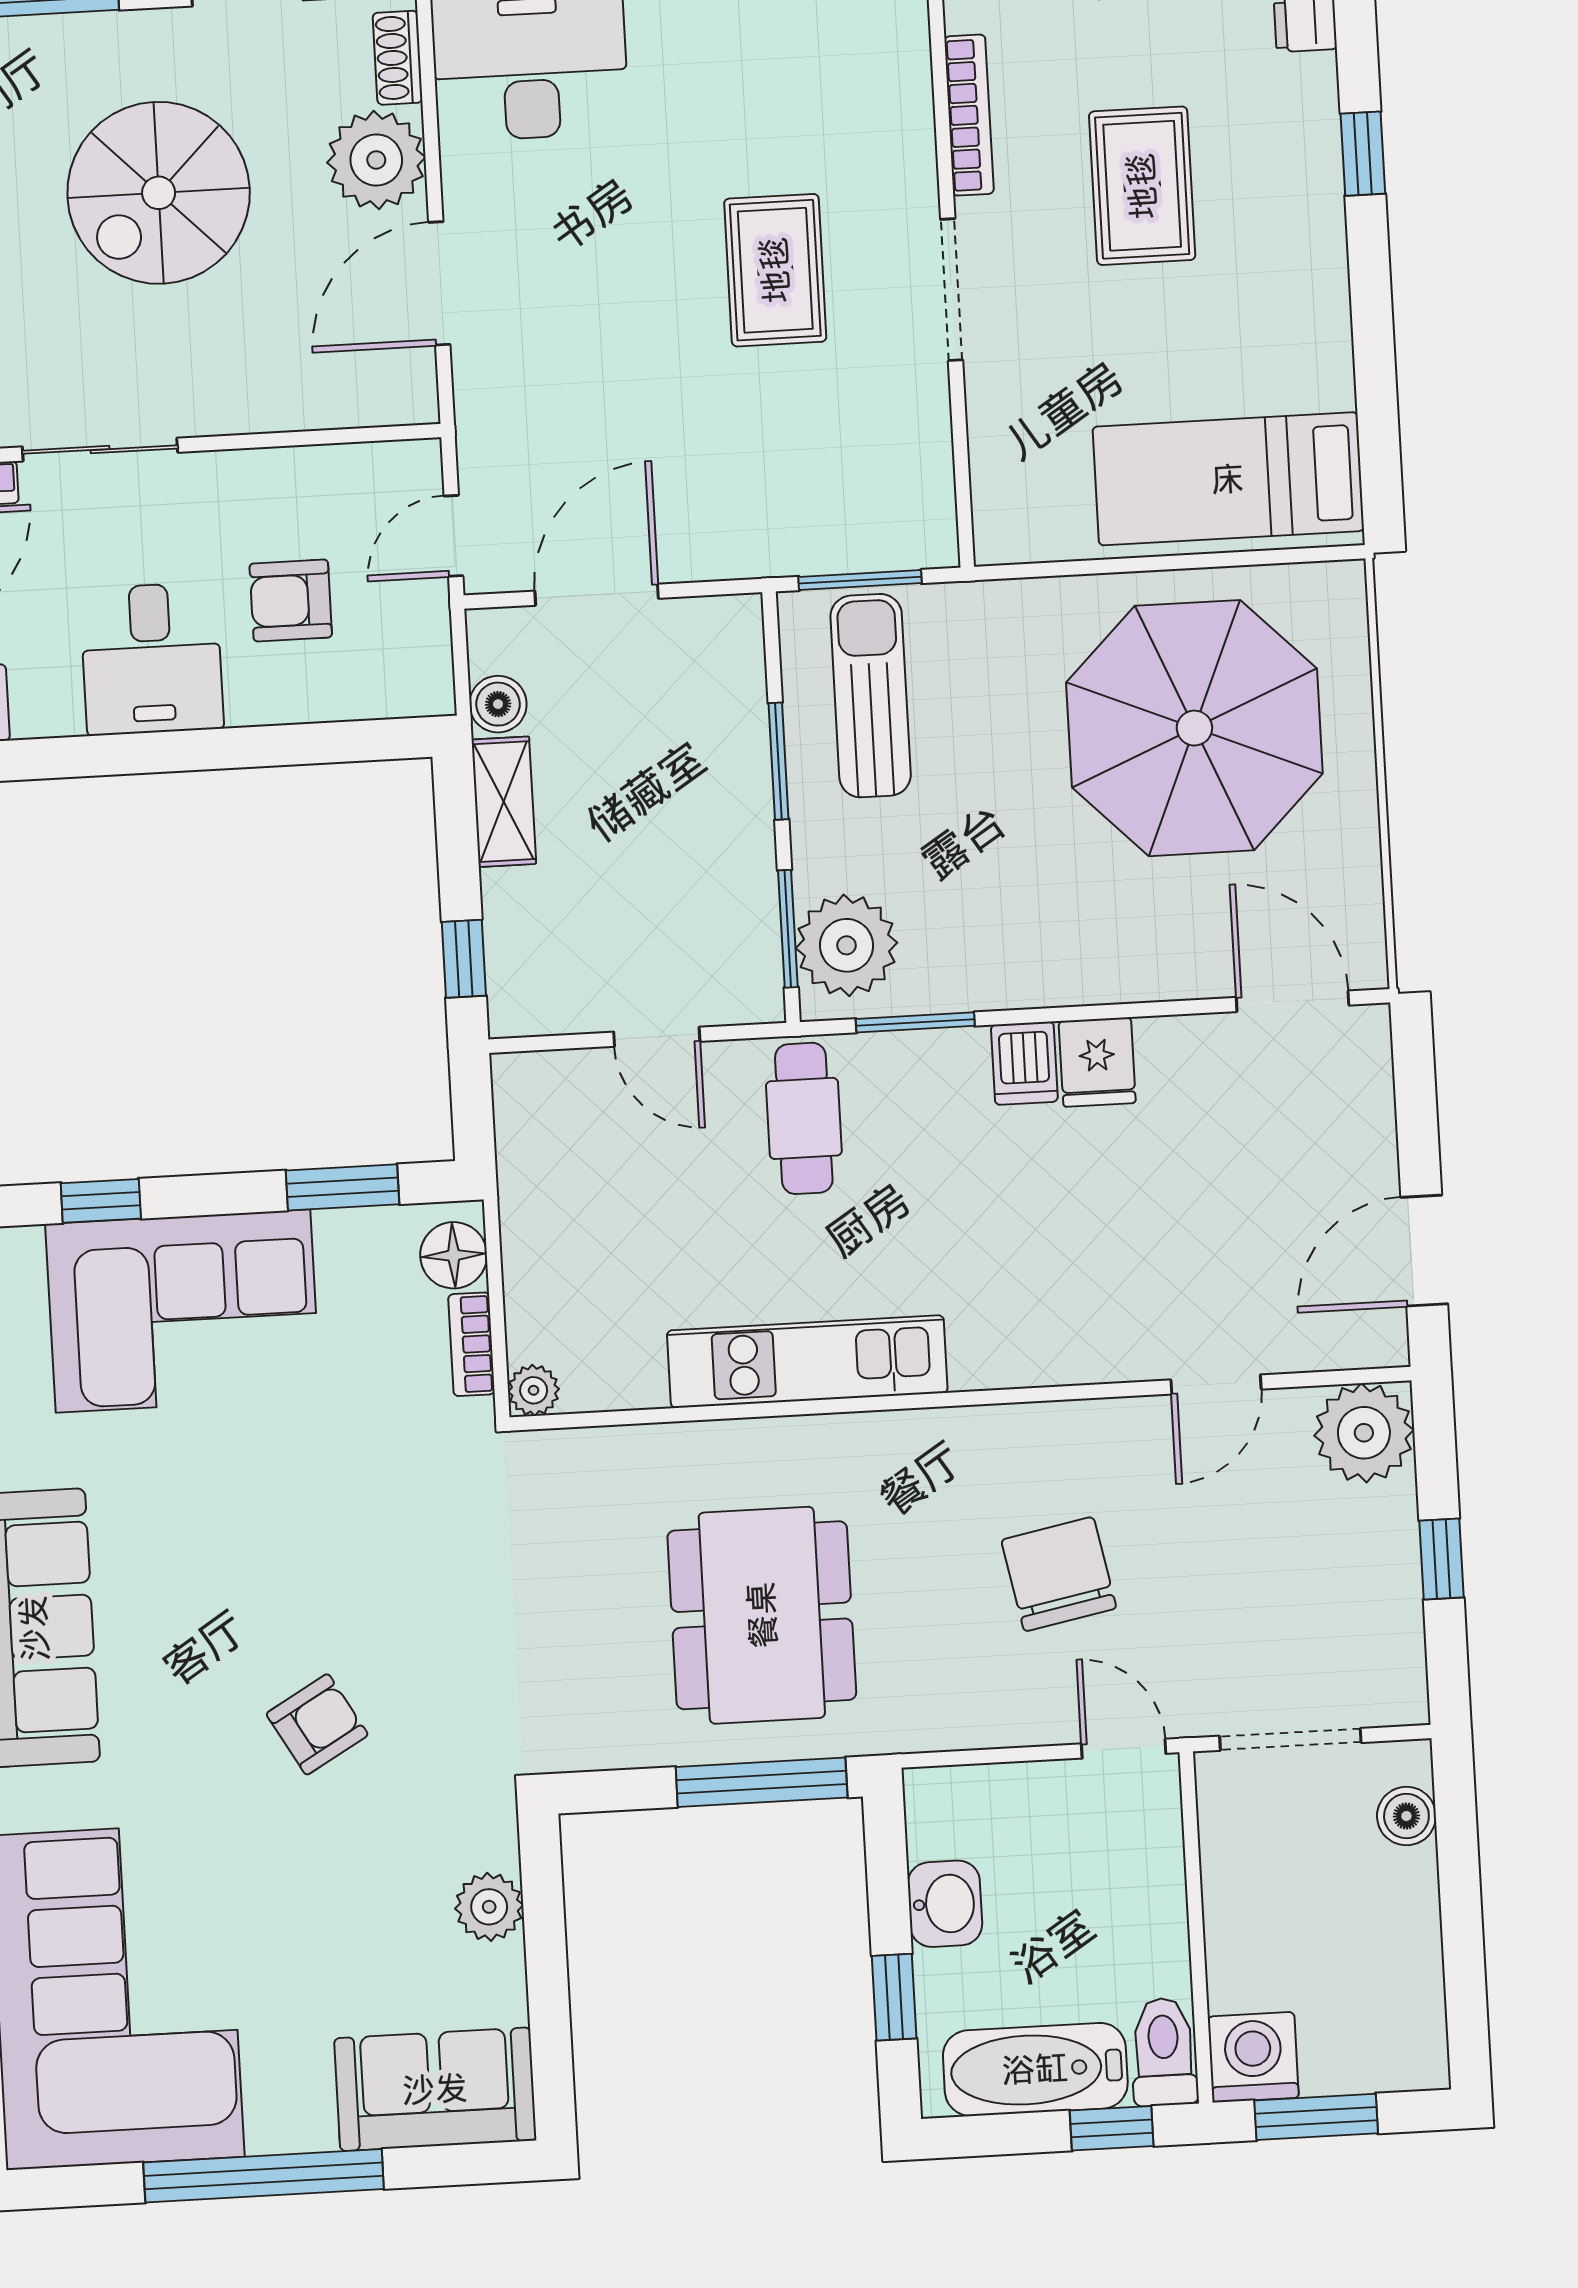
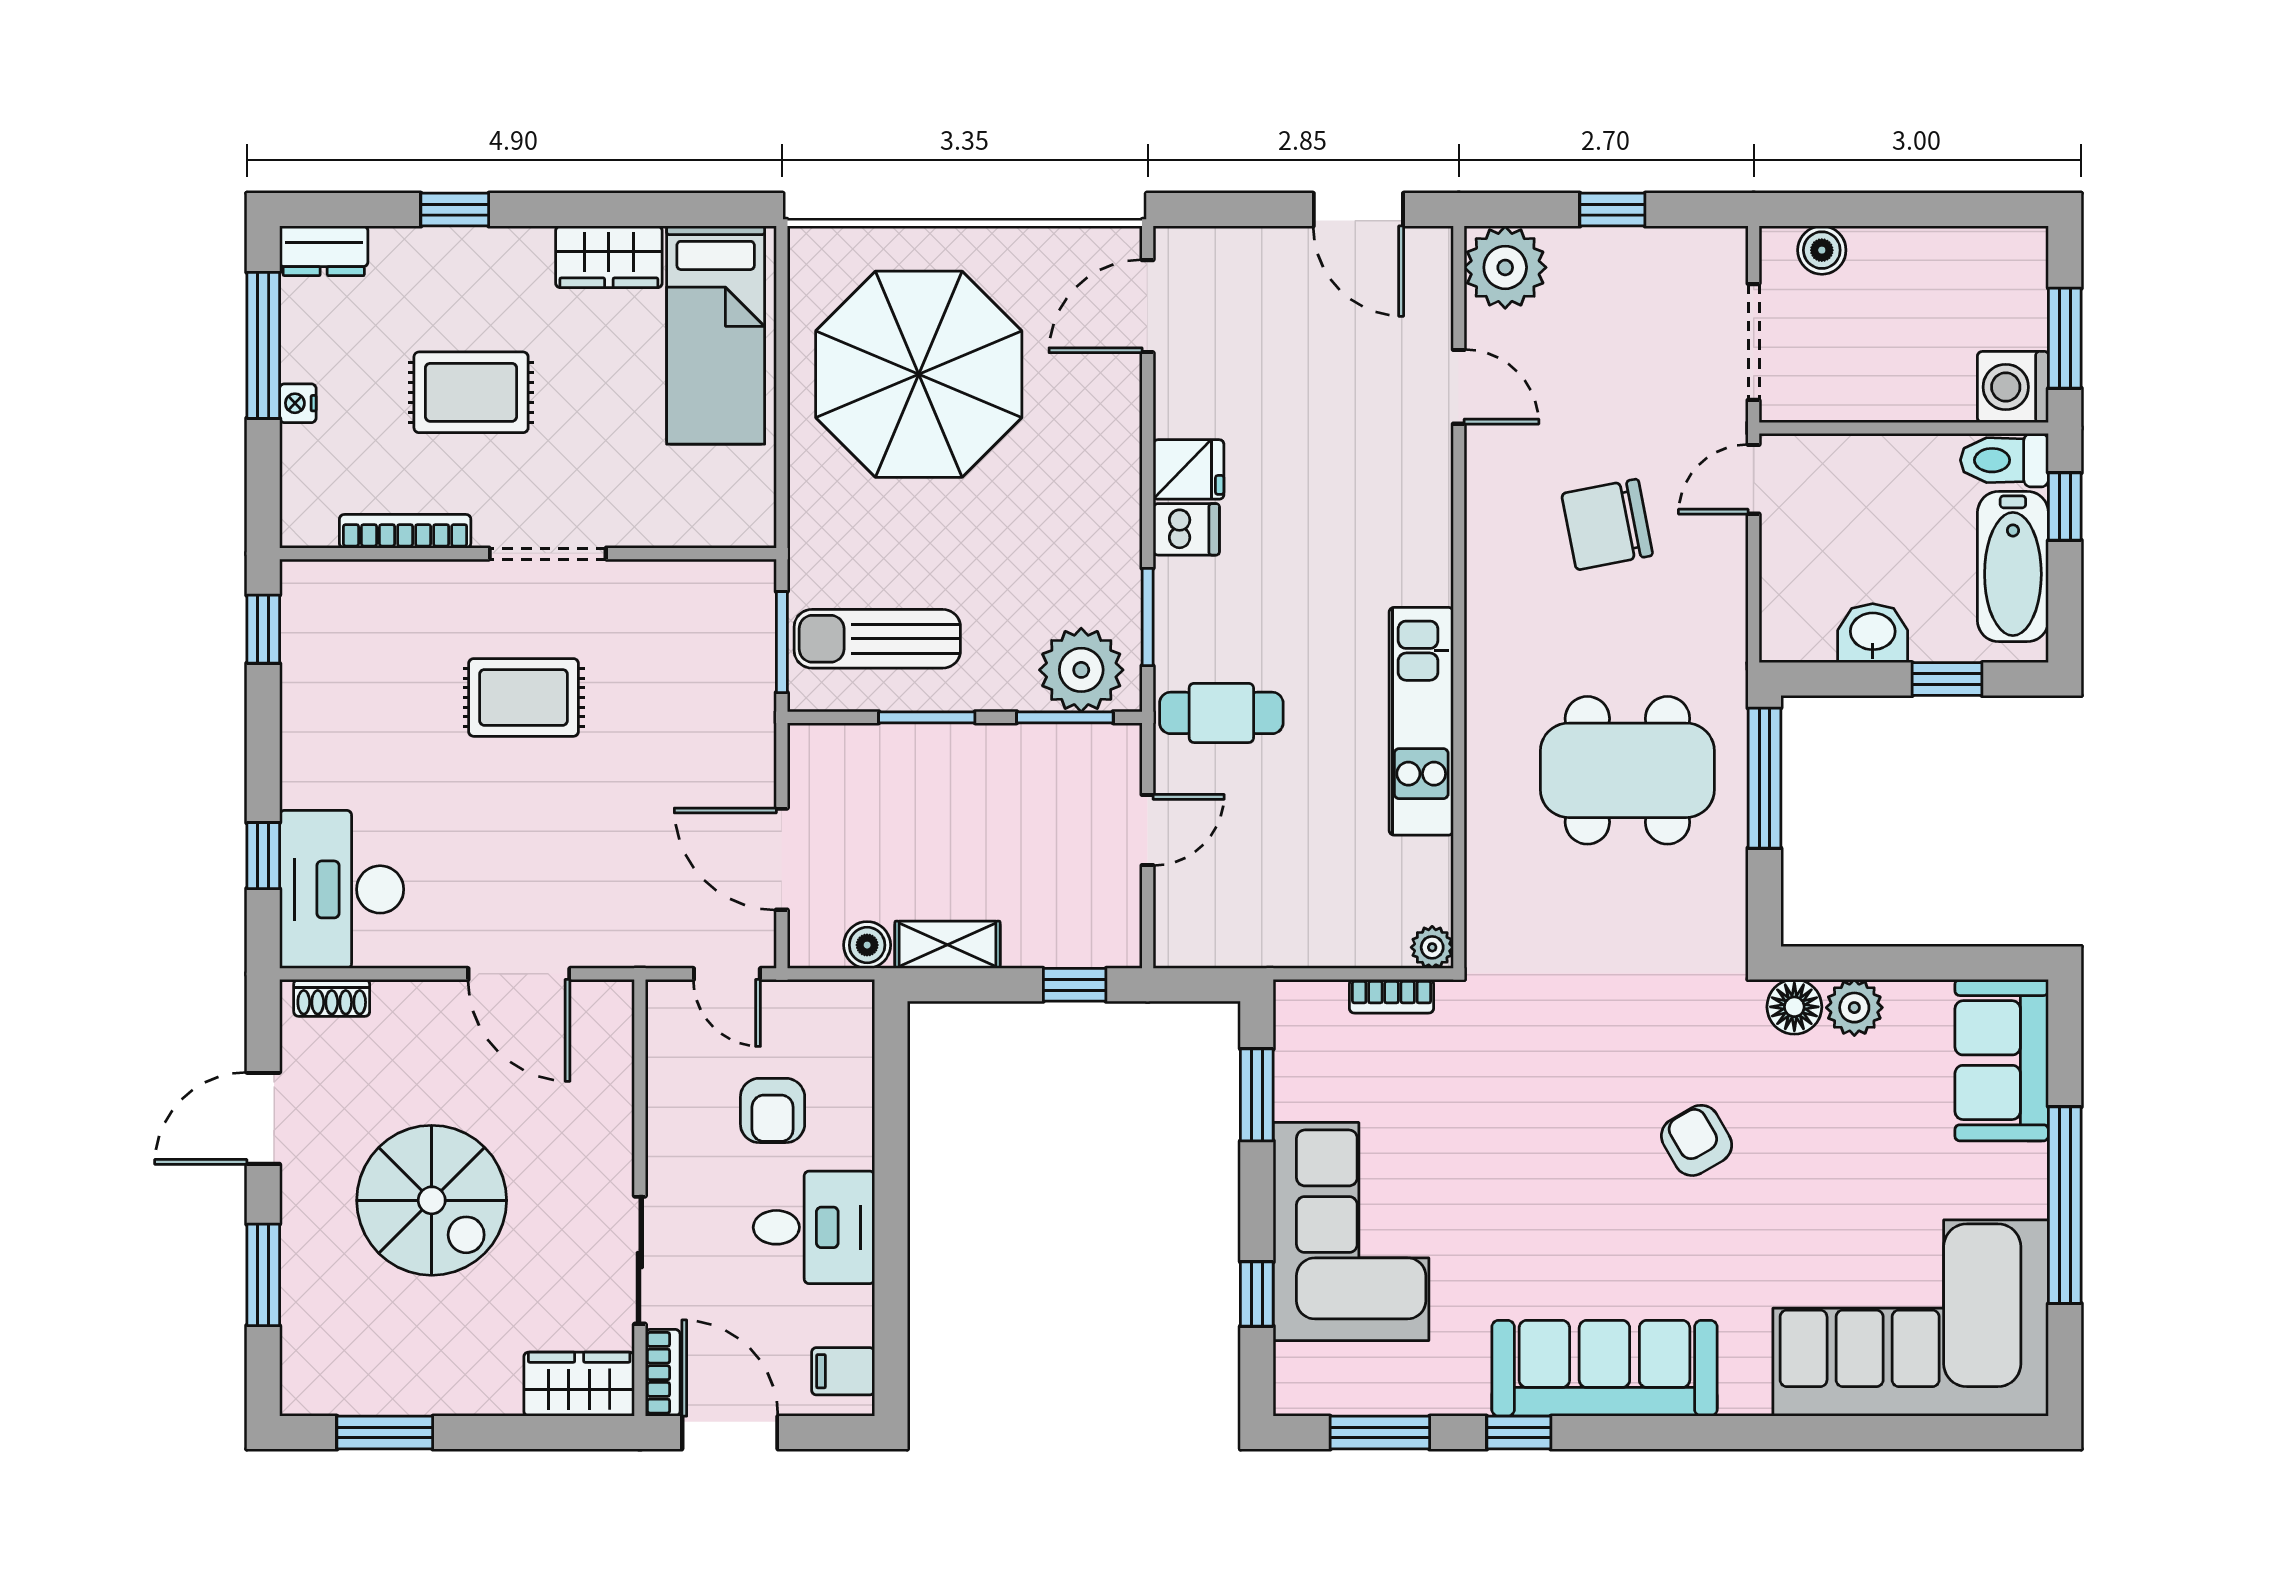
plant: (376, 160) -> (415, 1020), removed
wardrobe: (1316, 344) -> (609, 257), added
floor lamp: (454, 1255) -> (1794, 1007), moved

